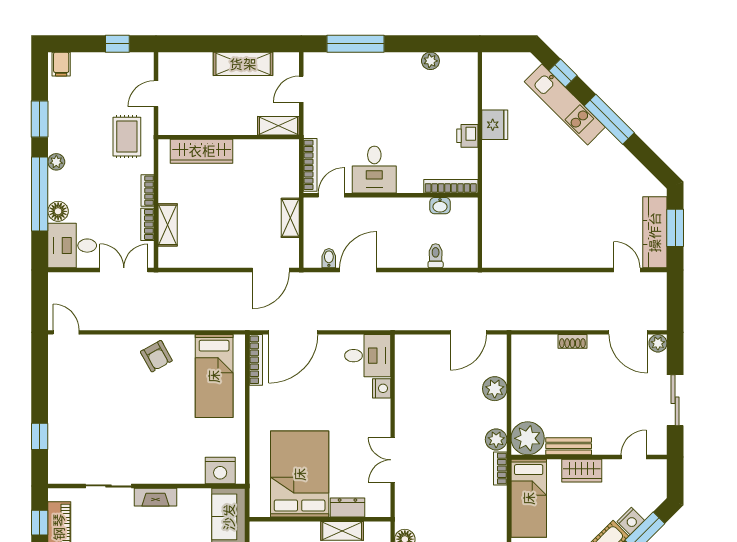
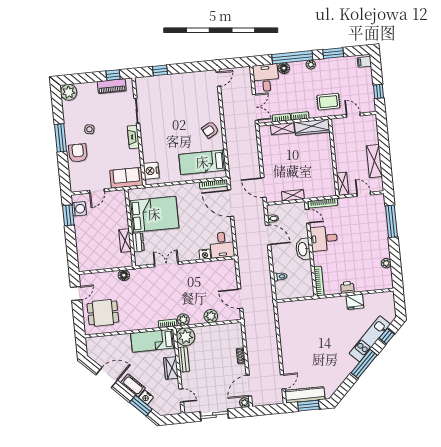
wardrobe: (202, 151) -> (312, 127), moved, turned -90
washbasin: (440, 206) -> (303, 249), moved, width x1.91, depth x1.45

